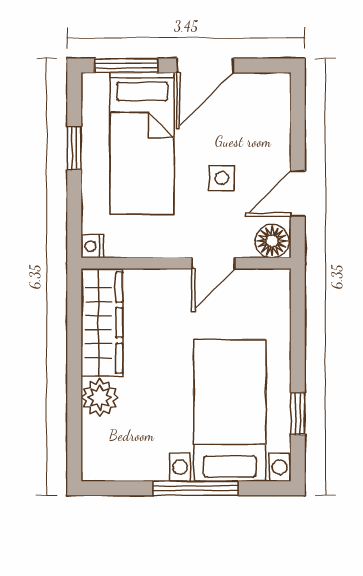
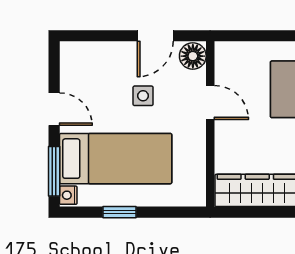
door: (205, 65) -> (54, 109), width x0.73
door: (298, 194) -> (155, 36), hinge flipped
nightstand: (92, 246) -> (68, 195), moved, turned 90

